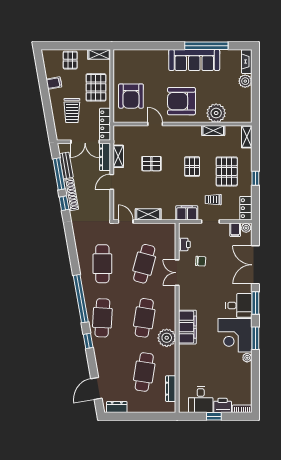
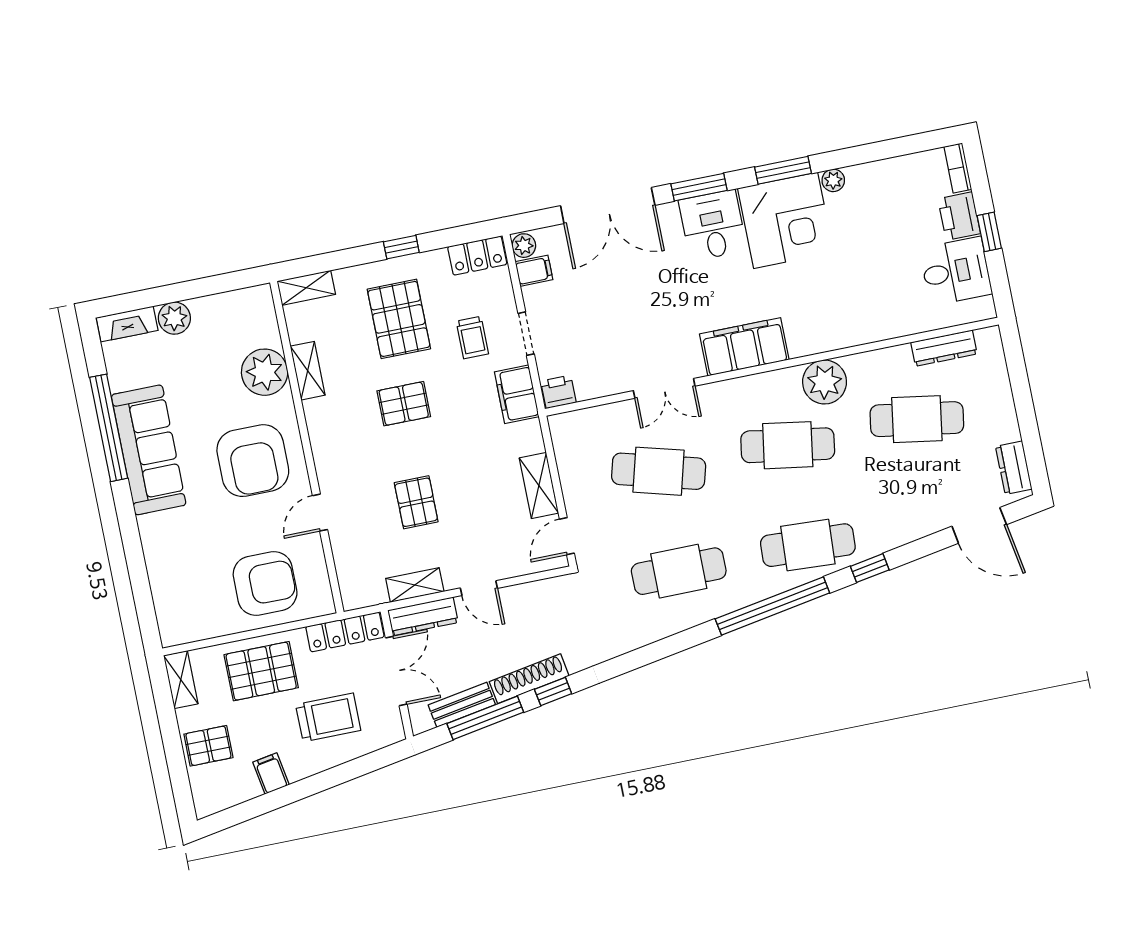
pallet: (227, 171) -> (399, 319), turned 90
printer: (184, 244) -> (558, 392), moved
chair: (201, 261) -> (625, 338), removed
filing cabinet: (187, 327) -> (744, 347), moved

